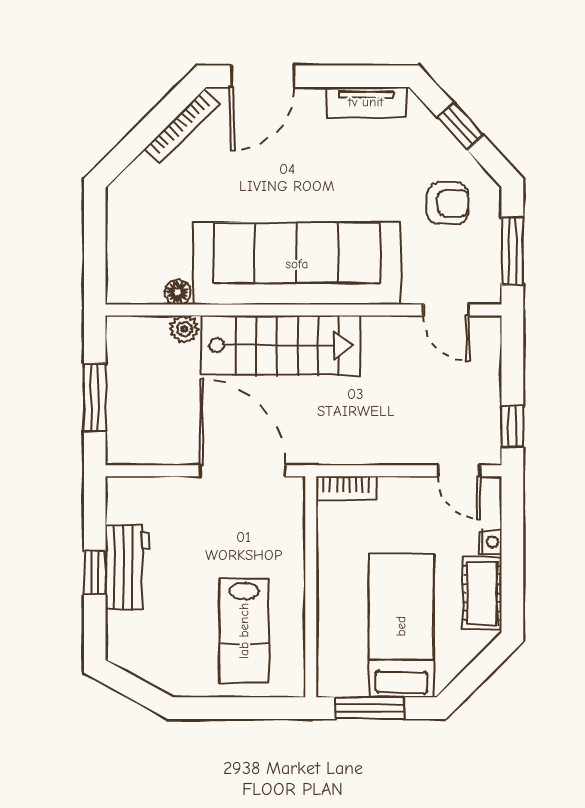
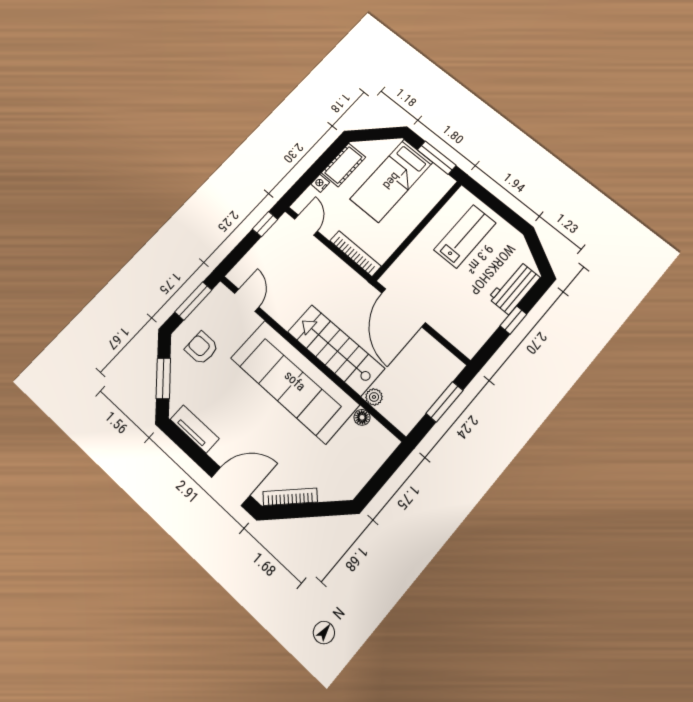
window: (460, 126) -> (163, 378), width x1.50
bookcase: (346, 488) -> (355, 254), width x1.56
workbench: (127, 567) -> (514, 288), moved

